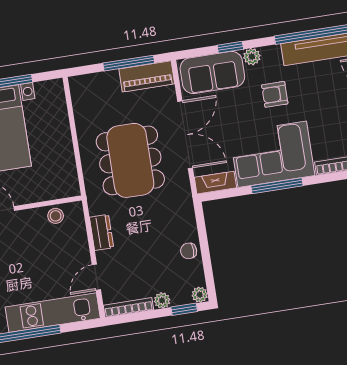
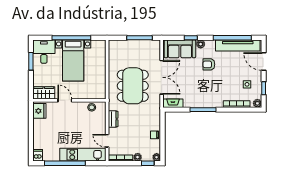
piano: (147, 76) -> (147, 46), removed
corner sofa: (272, 154) -> (203, 94), removed
door: (96, 277) -> (107, 141), hinge flipped

